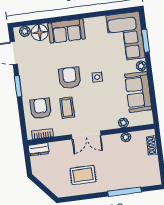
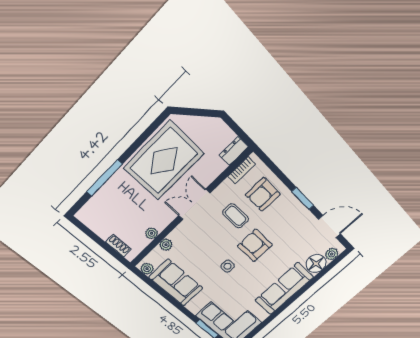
sofa: (67, 31) -> (284, 289), width x1.36
plant: (141, 66) -> (147, 269), moved
armchair: (70, 78) -> (255, 246), turned 180
armchair: (41, 109) -> (263, 194), turned 90
rug: (83, 175) -> (164, 161), width x1.86, depth x2.06

